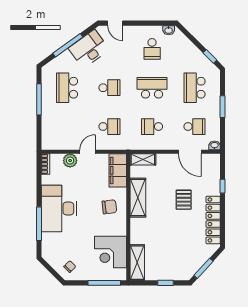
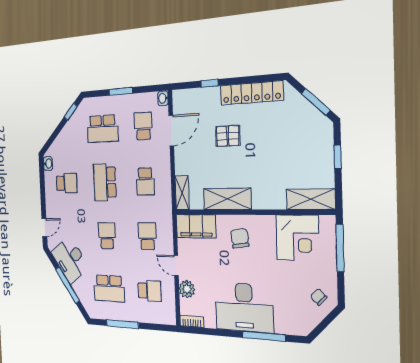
school desk: (67, 127) -> (149, 291), added

